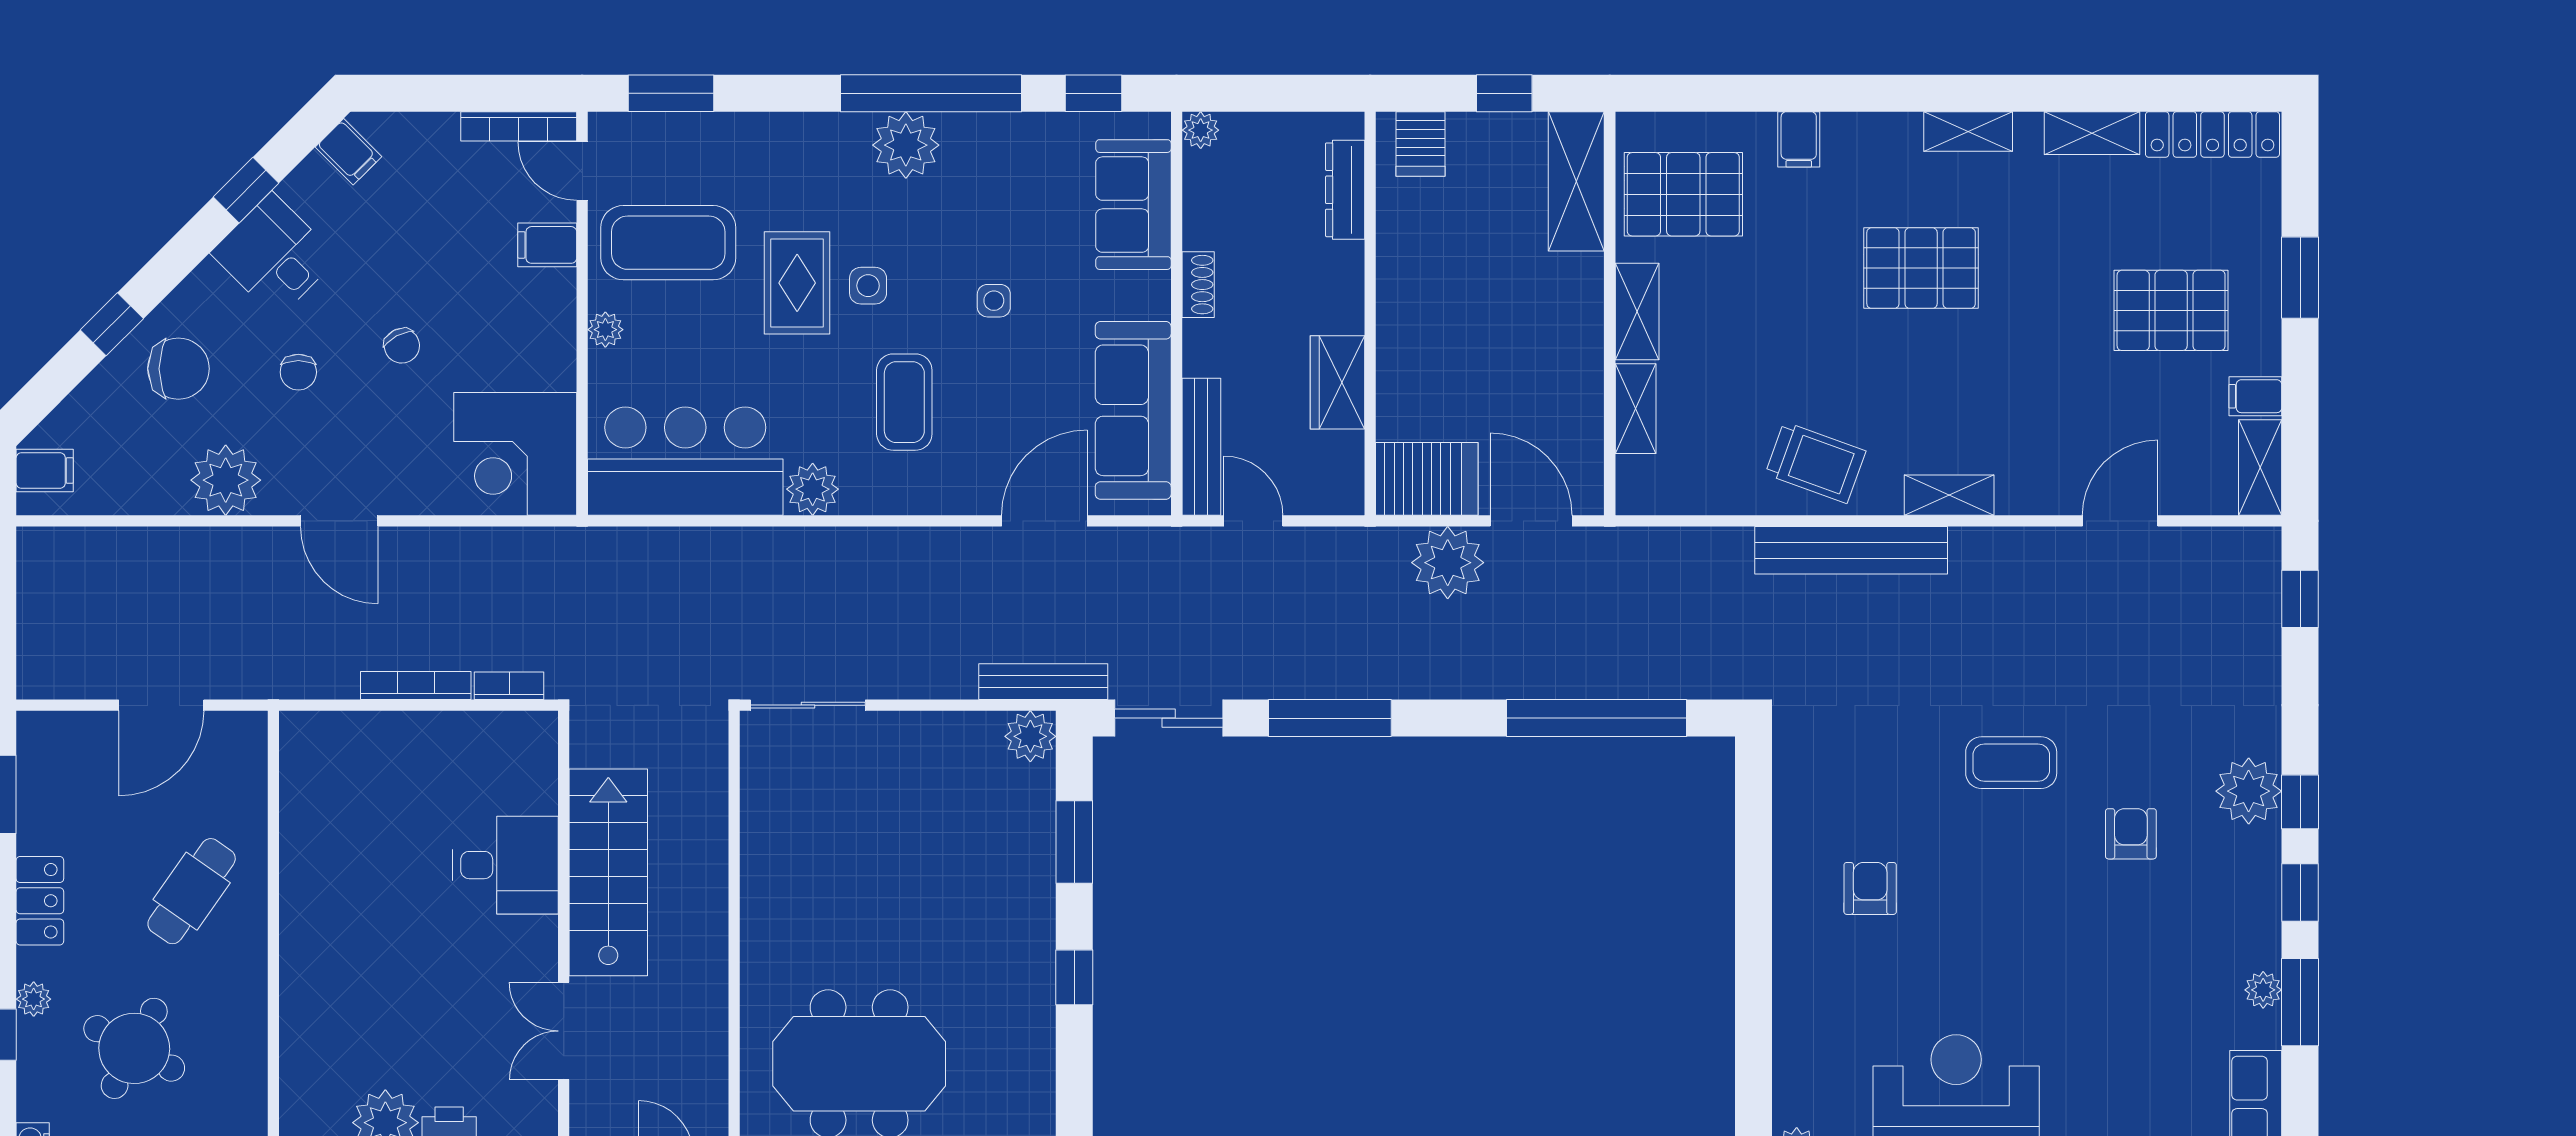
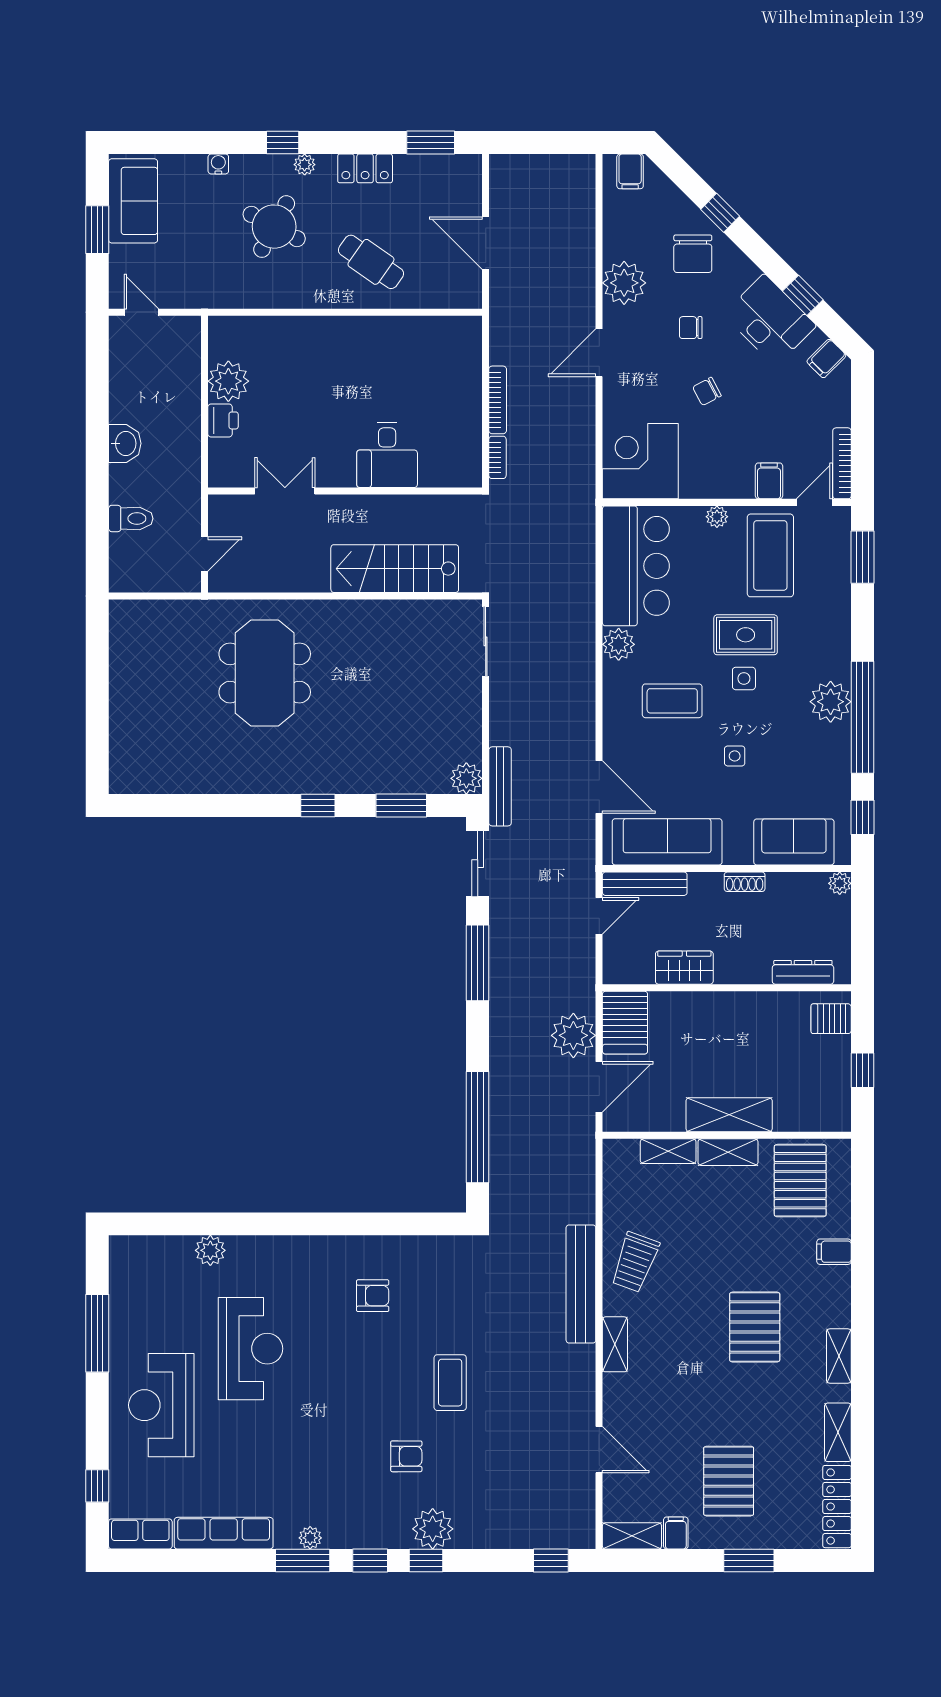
shelving: (1576, 181) -> (729, 1115), moved
desk: (274, 255) -> (770, 320), width x1.37
stairs: (608, 872) -> (395, 569), moved, turned 180

